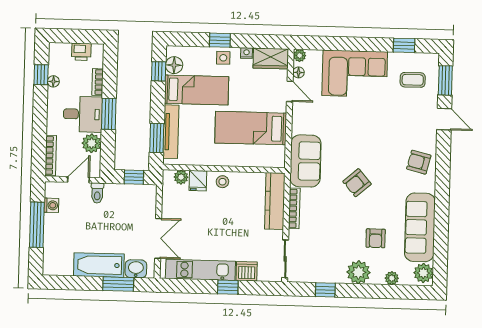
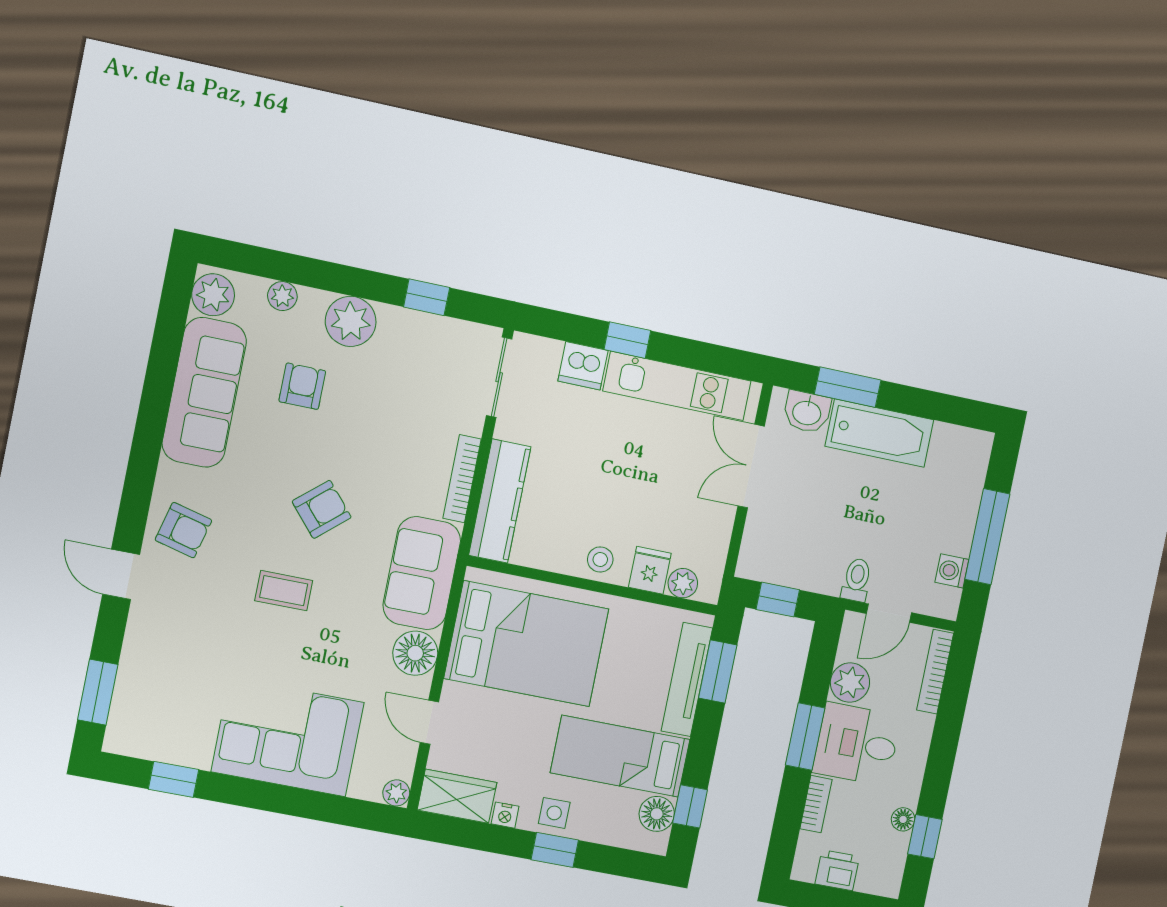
floor lamp: (298, 72) -> (415, 653), moved, width x1.89, depth x1.89
coffee table: (413, 80) -> (284, 591), moved
door: (444, 119) -> (121, 574), moved
bed: (251, 128) -> (526, 644), width x1.50

